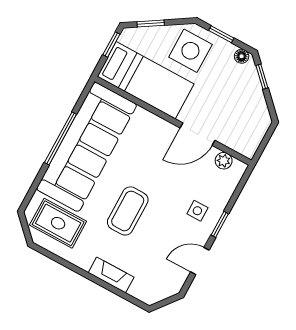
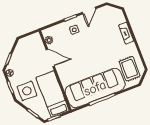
coffee table: (128, 211) -> (100, 51), removed
door: (200, 261) -> (89, 11), hinge flipped

